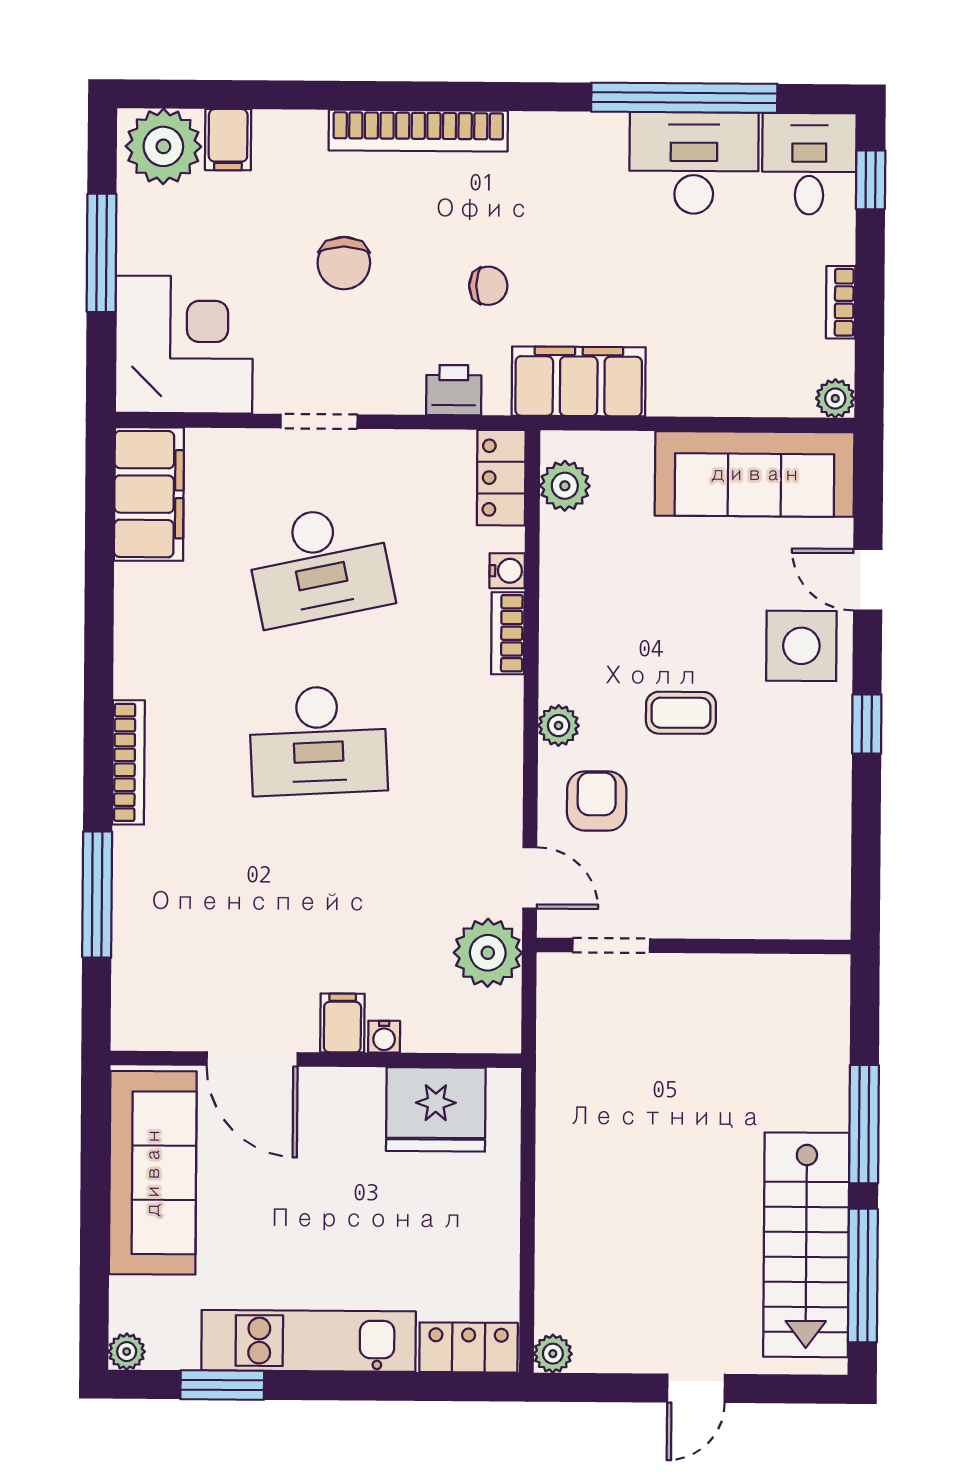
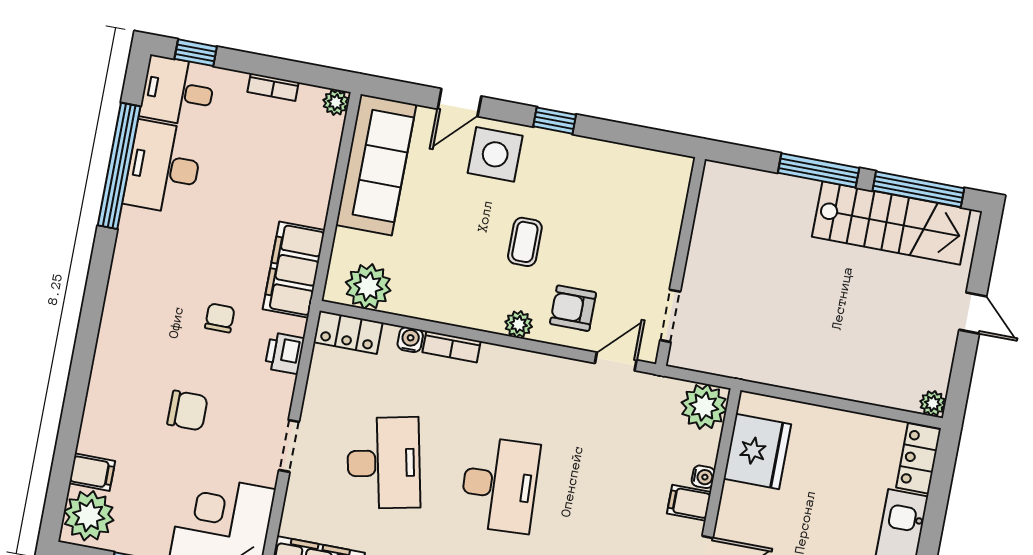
bookcase: (418, 131) -> (109, 346), removed
plant: (565, 486) -> (368, 286), width x1.36, depth x1.36
plant: (488, 953) -> (704, 407), moved

